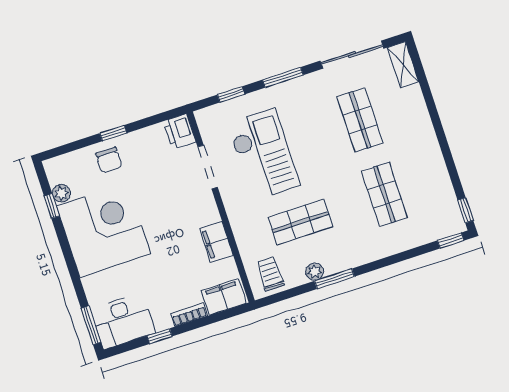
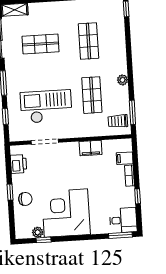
printer: (180, 132) -> (18, 164), moved, turned -90
shop shelf: (384, 194) -> (88, 41), turned 90
plant: (315, 272) -> (123, 80), moved
window: (334, 279) -> (132, 112), moved
filing cabinet: (224, 297) -> (125, 158), width x0.50
desk: (123, 321) -> (123, 220), width x0.73

